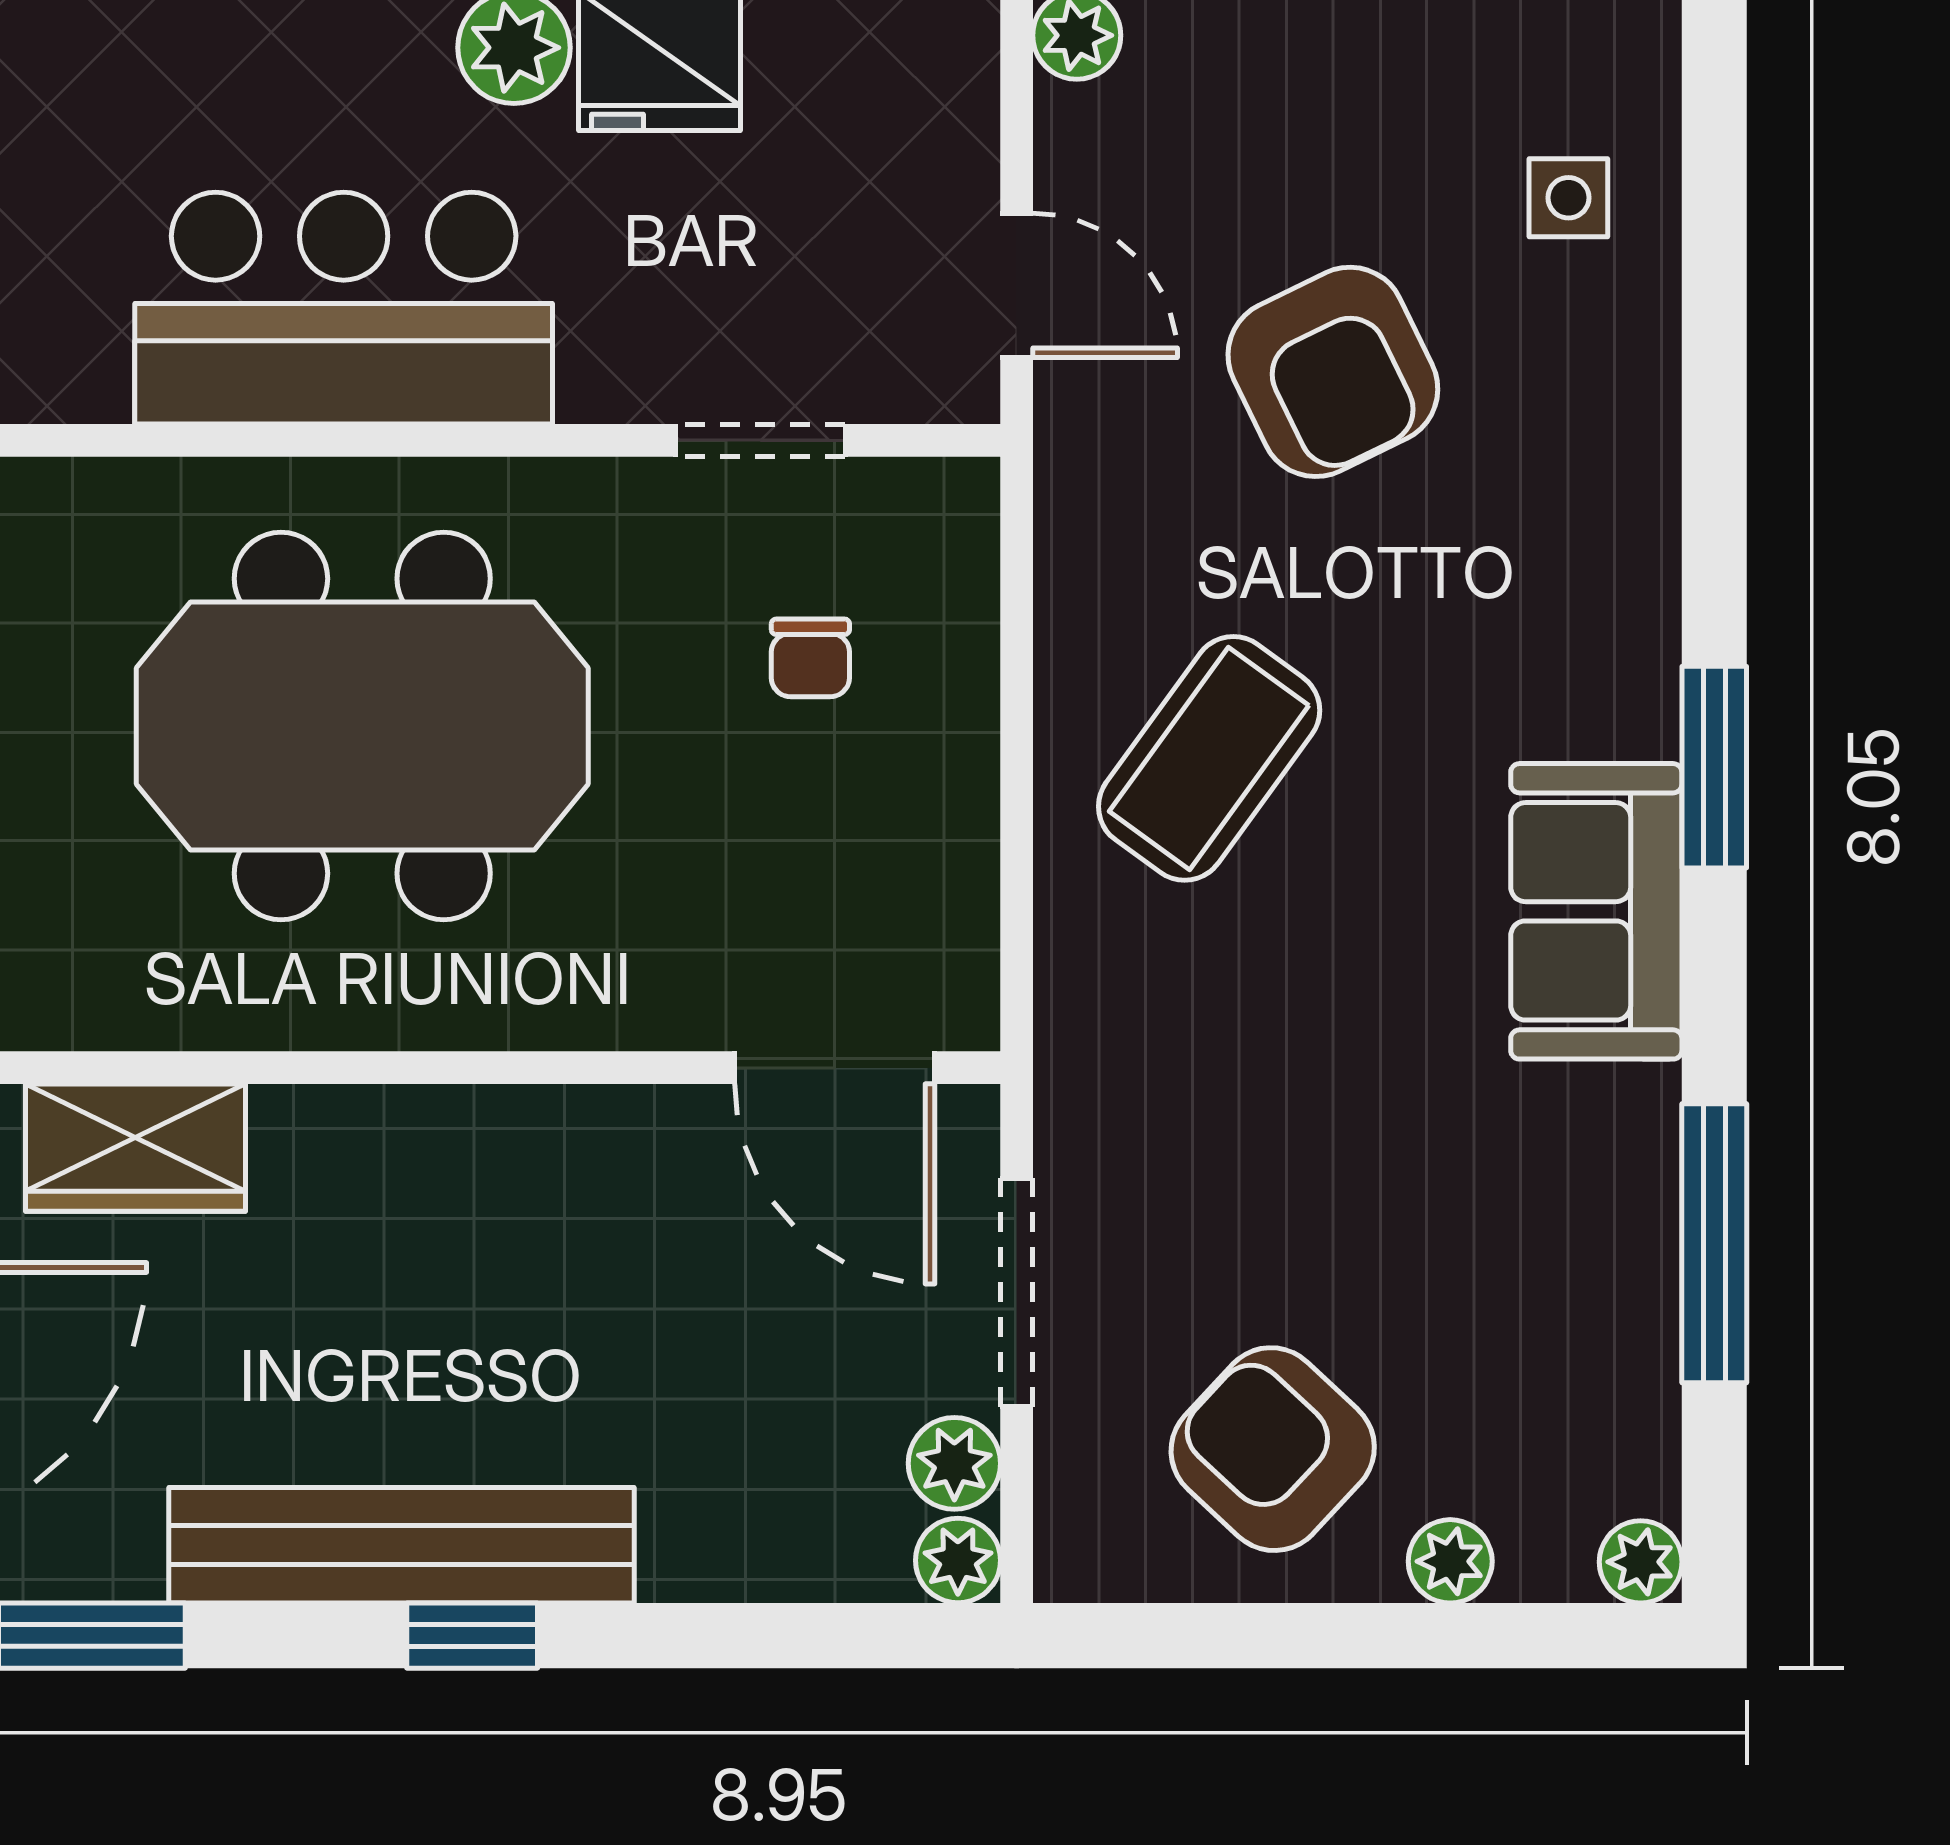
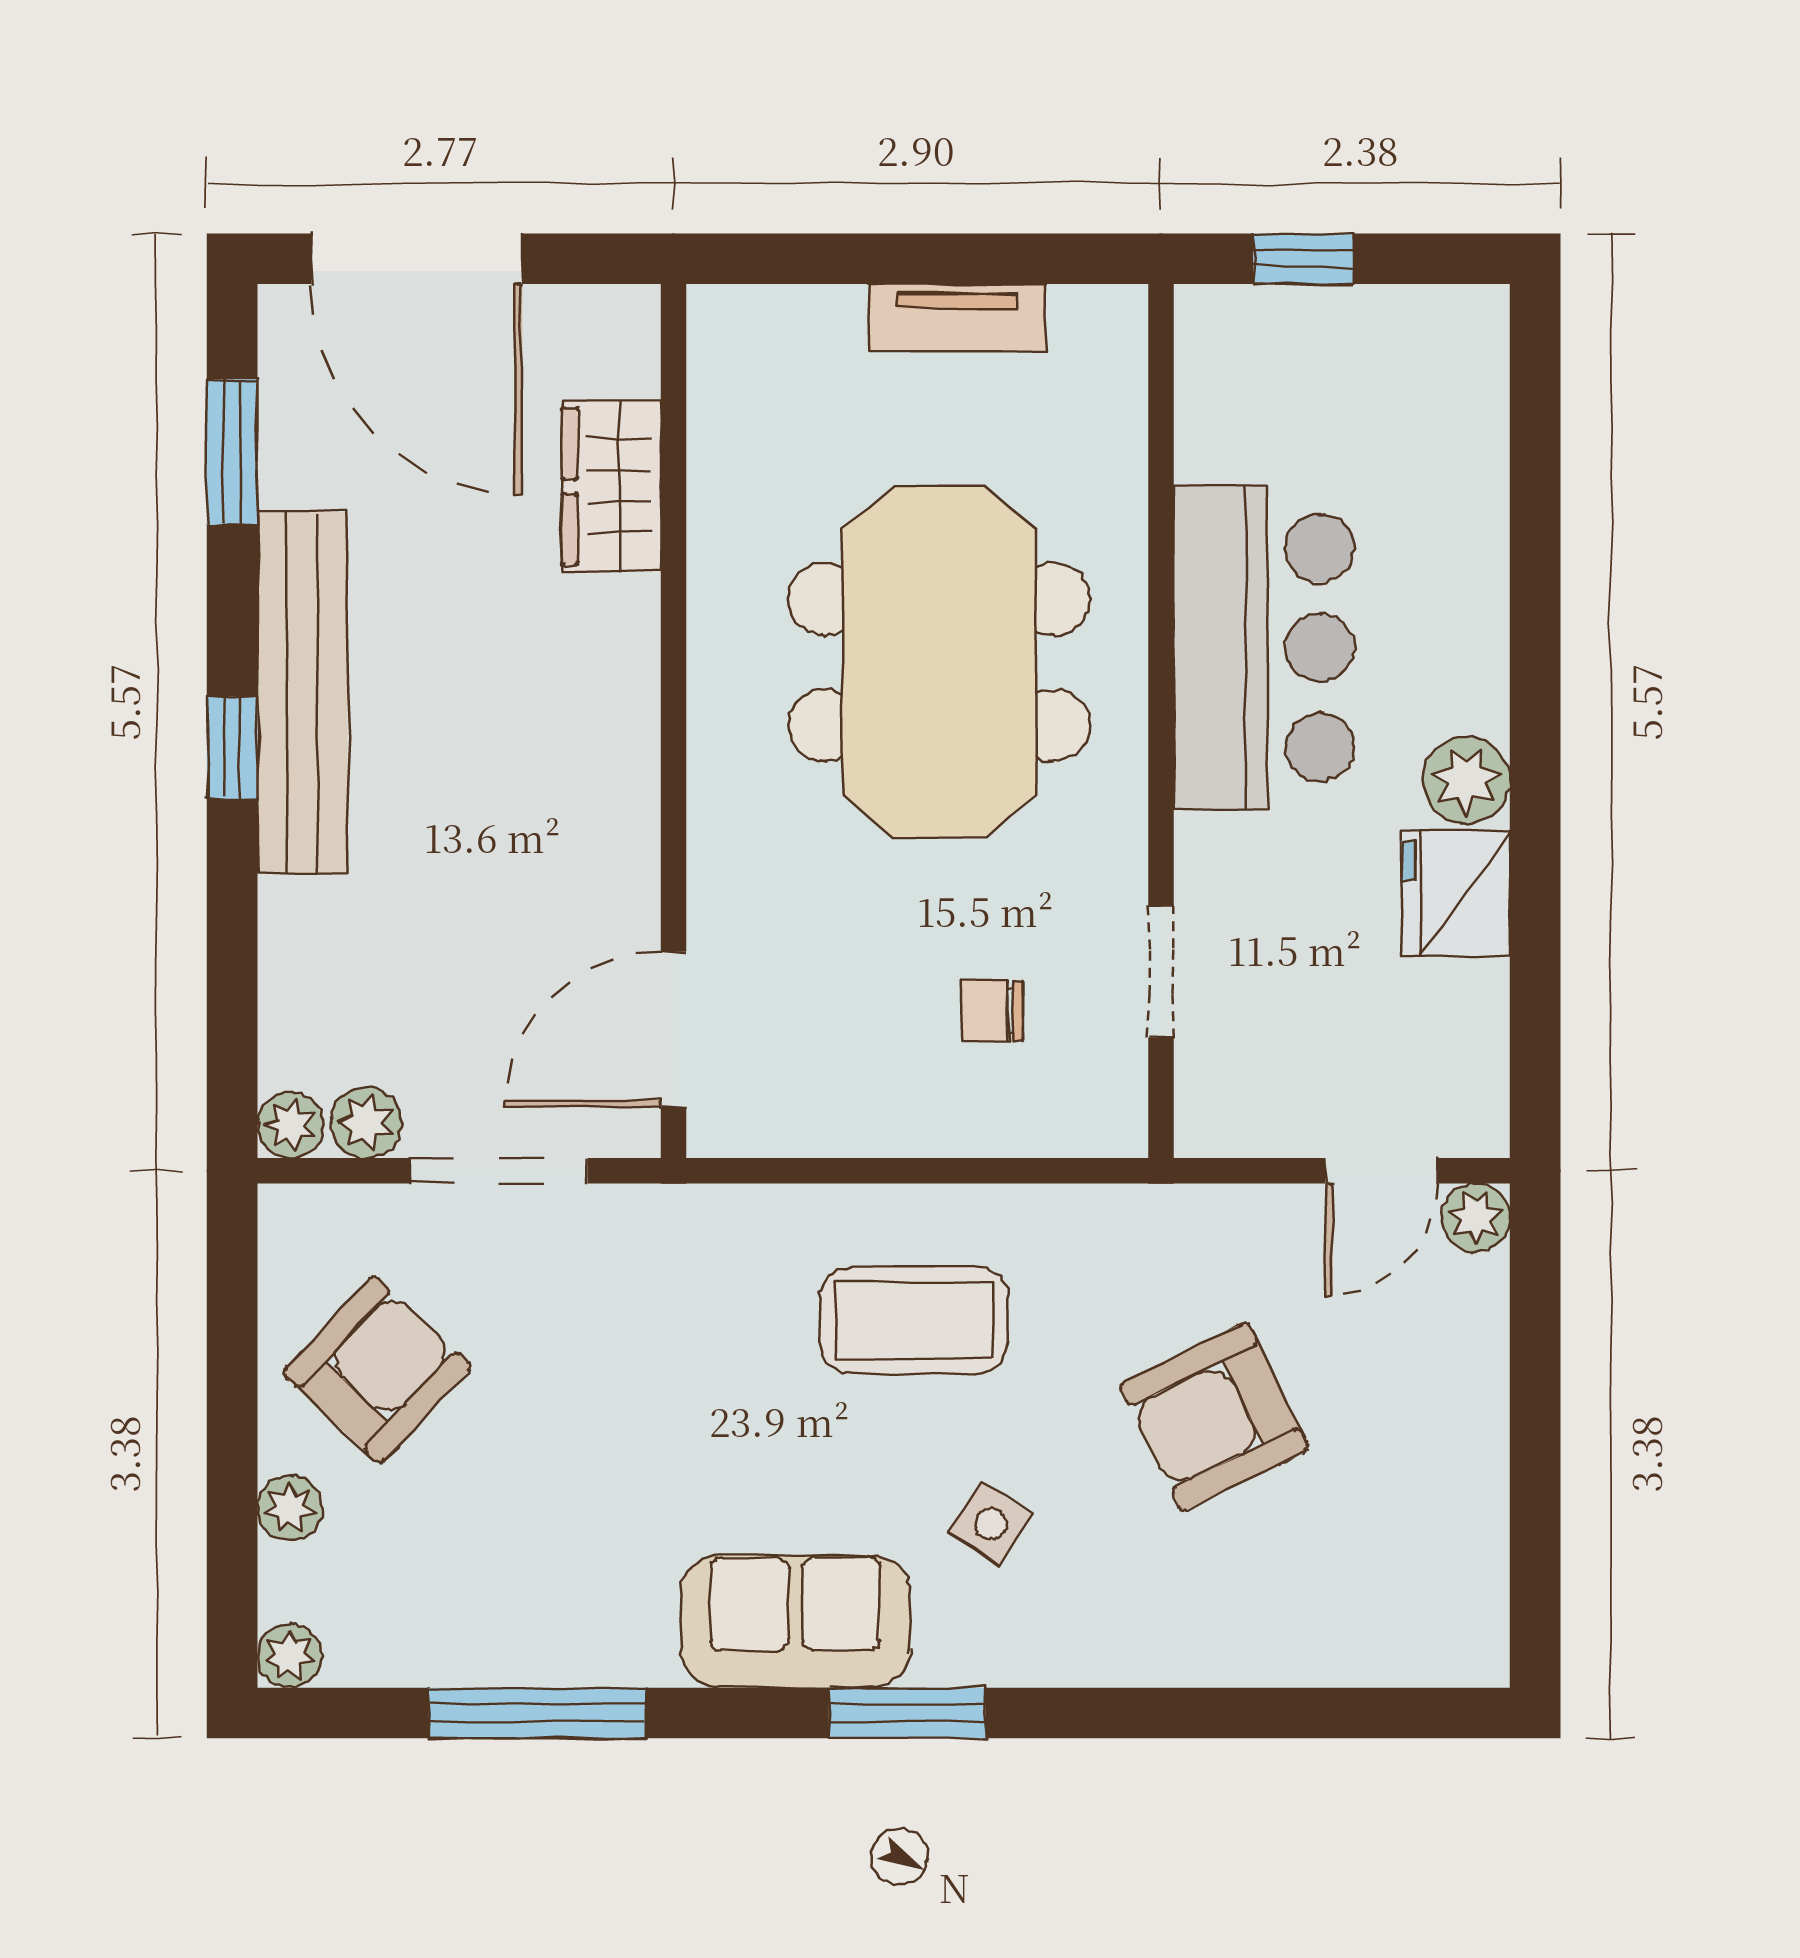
side table: (1568, 198) -> (991, 1524), moved, turned 33
door: (1017, 285) -> (1381, 1171), moved
coffee table: (1209, 758) -> (914, 1320), turned -36

